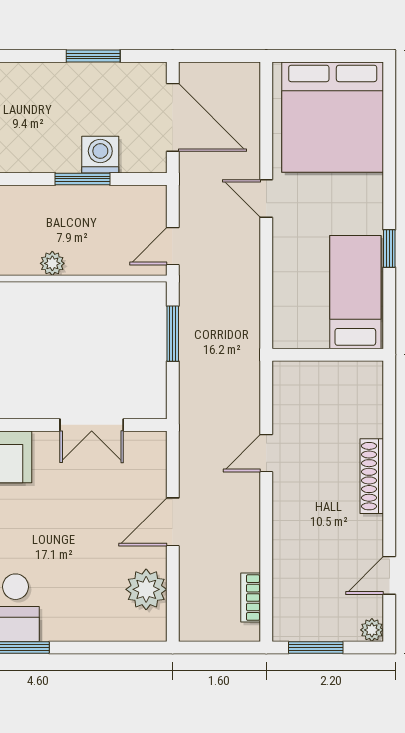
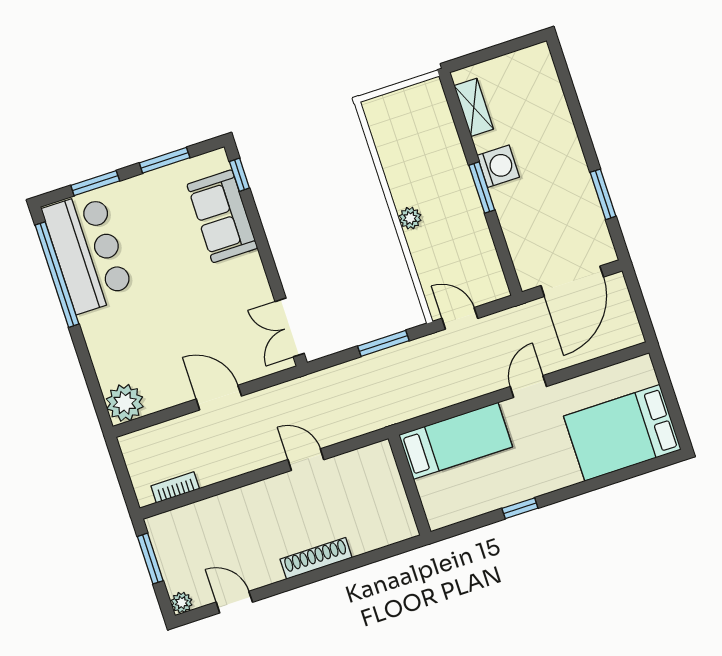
bed: (333, 117) -> (622, 433), width x0.73
washing machine: (100, 155) -> (498, 166), moved
window: (83, 179) -> (482, 188), moved
bed: (355, 292) -> (456, 441), moved
double door: (92, 425) -> (290, 327), moved
plant: (146, 589) -> (125, 403), moved

